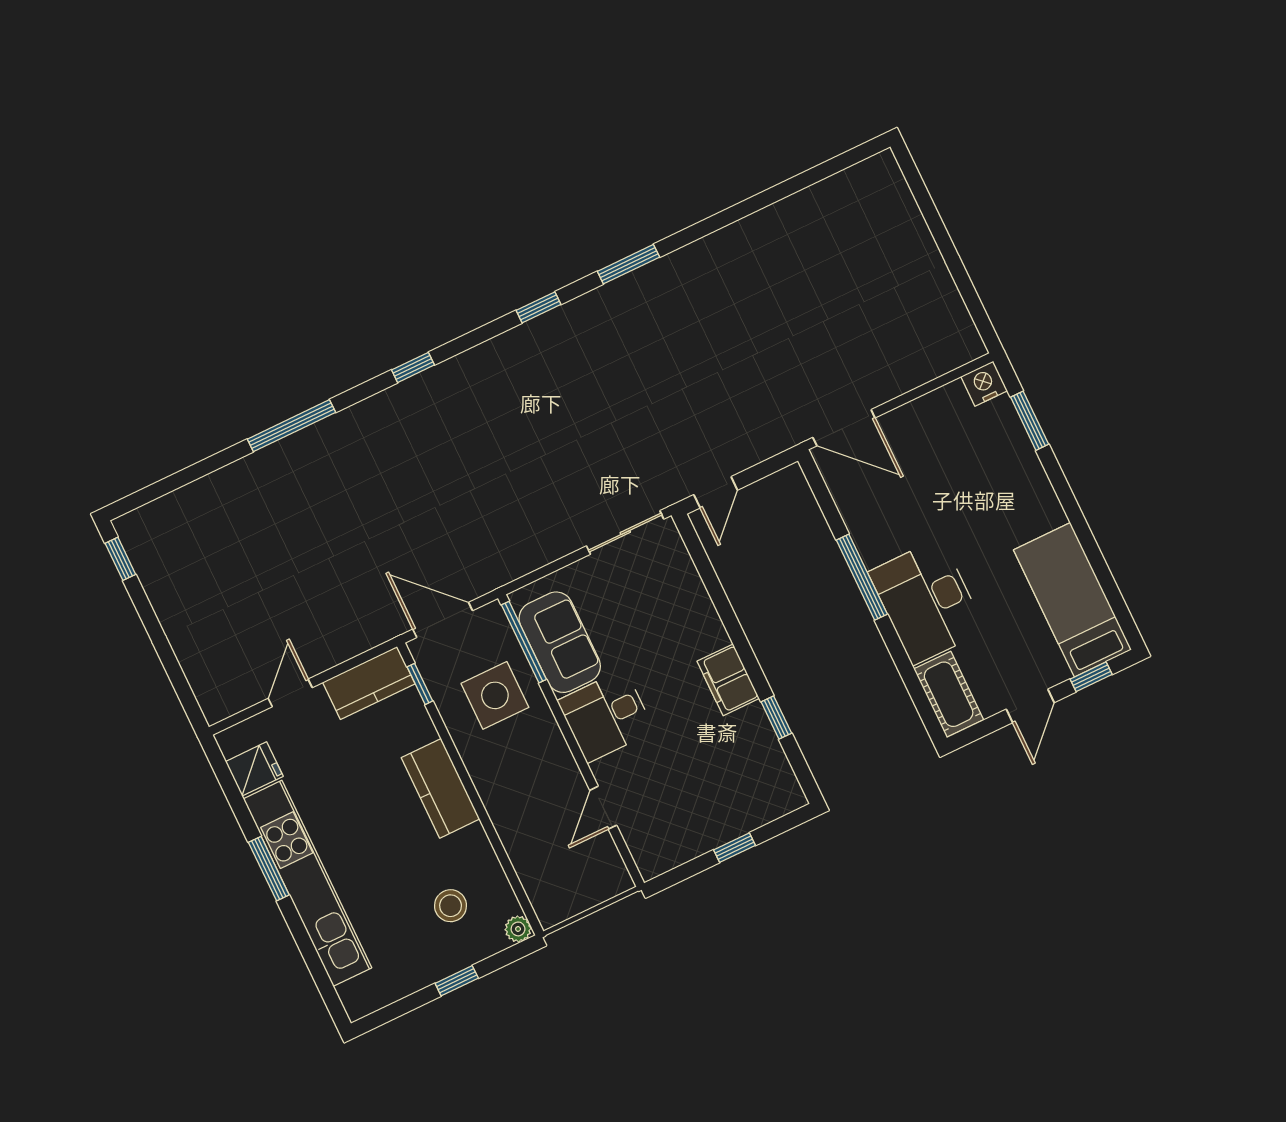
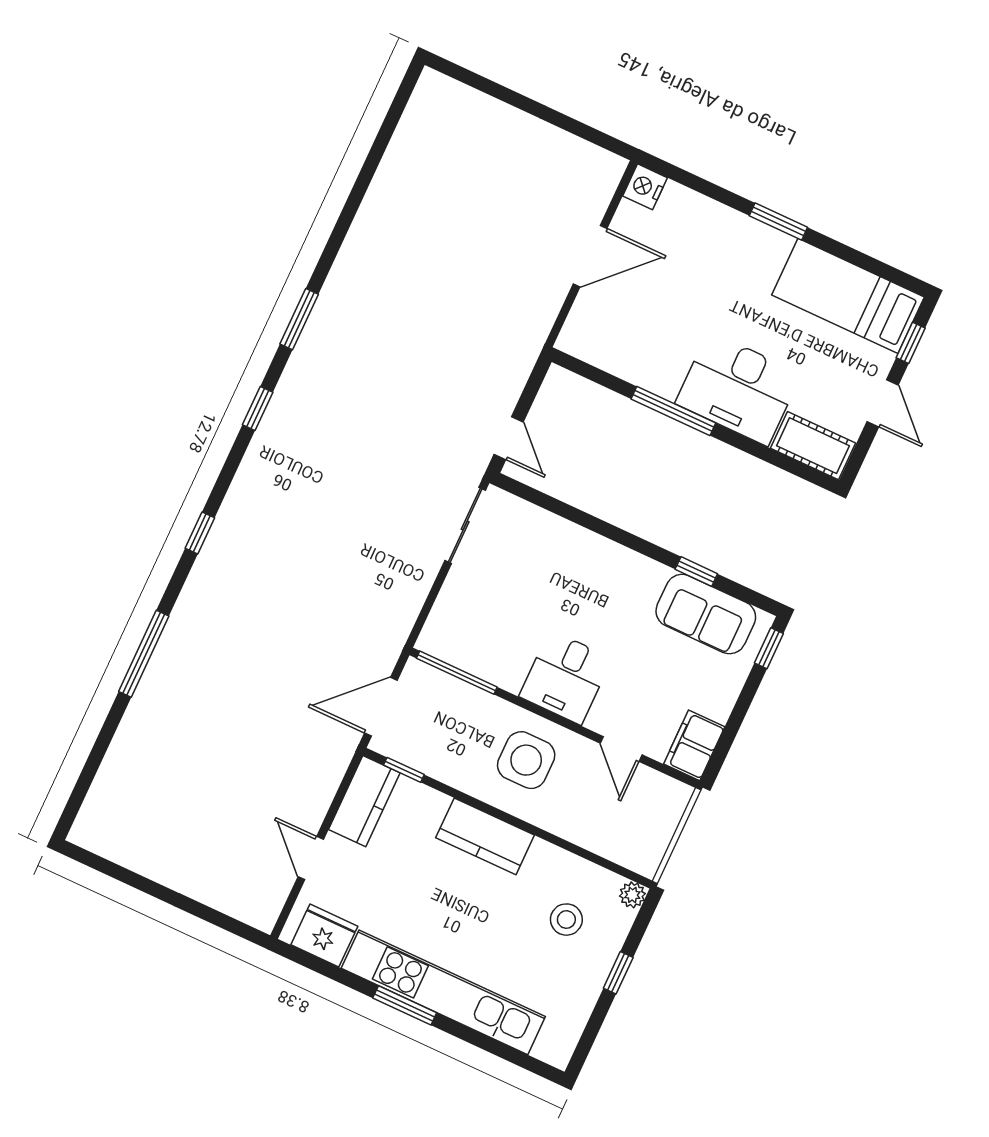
window: (1030, 421) -> (778, 222), moved
door: (844, 428) -> (590, 256), moved
window: (120, 559) -> (97, 863), removed
sofa: (560, 642) -> (706, 614), moved, turned 180
filing cabinet: (728, 680) -> (694, 745), moved, turned 90
side table: (495, 695) -> (526, 760), moved
fridge: (254, 769) -> (324, 935), width x1.38
window: (735, 848) -> (769, 648), moved

